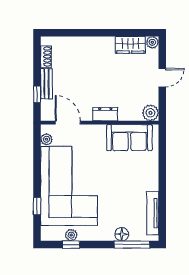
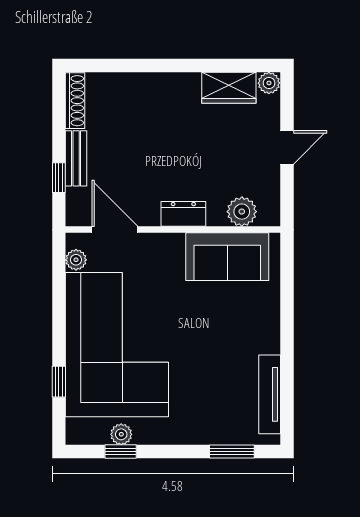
shoe rack: (46, 57) -> (75, 101), width x1.43
plant: (150, 113) -> (242, 212), moved
floor lamp: (122, 234) -> (213, 433), removed
window: (132, 245) -> (232, 452), width x0.69

